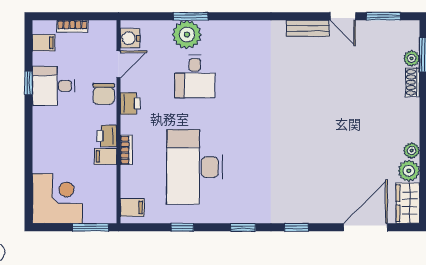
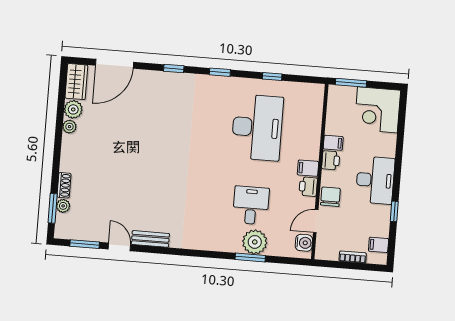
desk: (54, 86) -> (375, 180), moved, width x1.37
bookcase: (126, 150) -> (315, 147), removed
filing cabinet: (132, 207) -> (308, 168), moved

